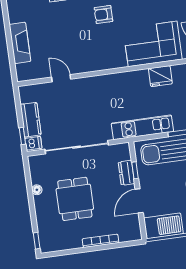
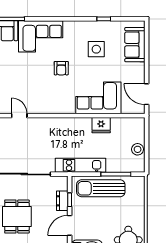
armchair: (103, 14) -> (61, 68), turned -90

